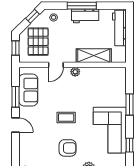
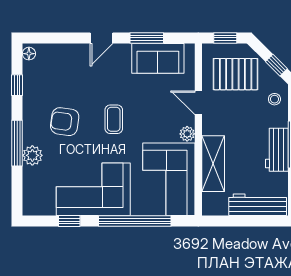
corner sofa: (103, 83) -> (169, 179), added
window: (129, 104) -> (135, 221), width x2.11
armchair: (68, 148) -> (65, 122), turned 98

